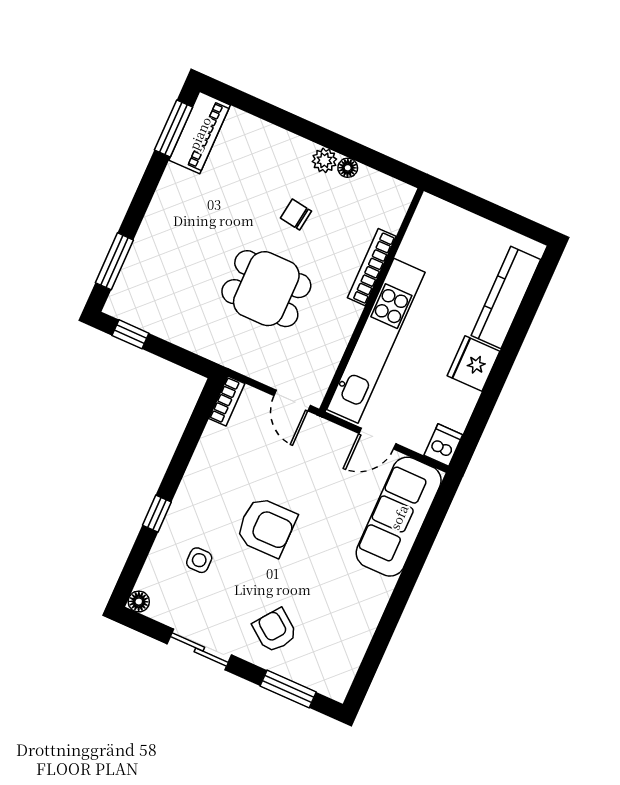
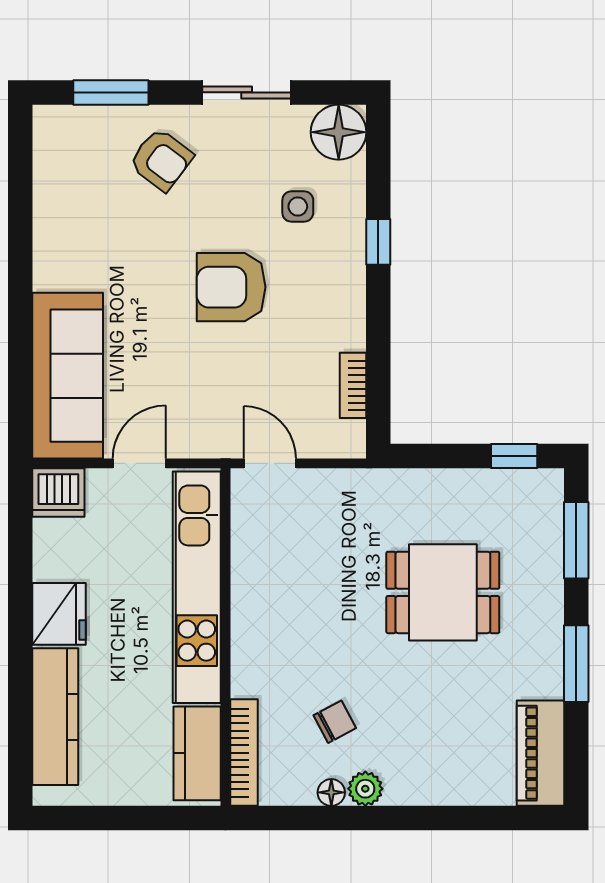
window: (174, 128) -> (576, 664), moved
chair: (296, 215) -> (335, 722), moved, turned -36
kitchen counter: (424, 232) -> (197, 753), added
bookcase: (372, 267) -> (244, 753), moved
dining table: (266, 289) -> (443, 592), moved
bookcase: (227, 401) -> (353, 385), moved
dishwasher: (443, 445) -> (58, 492), width x1.38
floor lamp: (139, 602) -> (339, 132), width x1.89, depth x1.89

